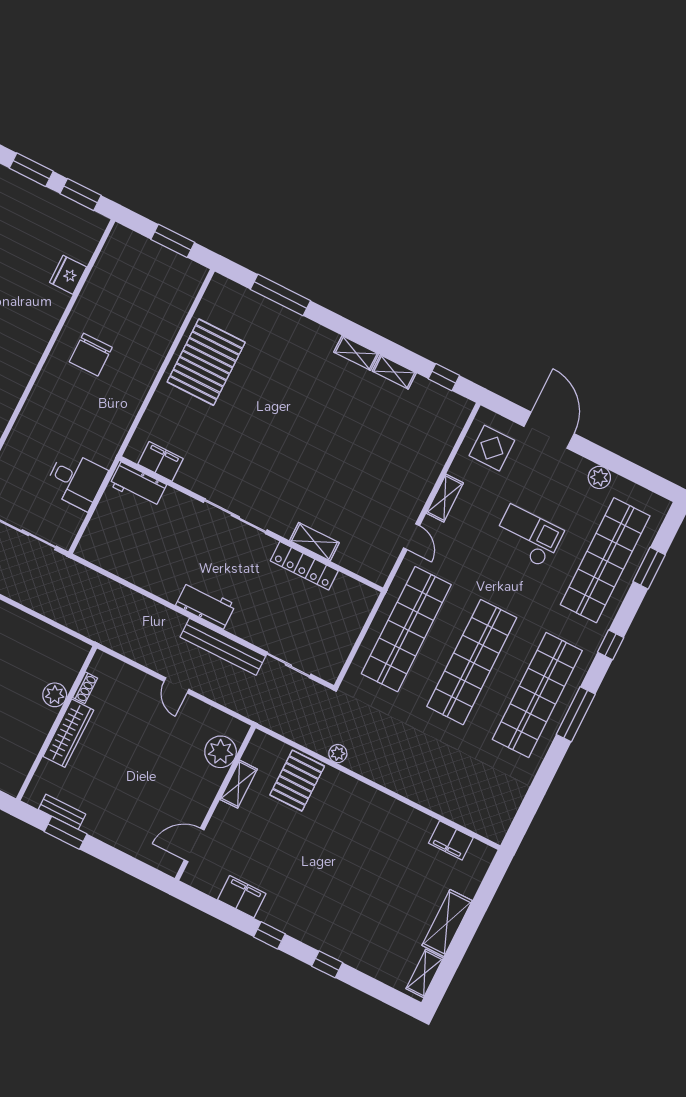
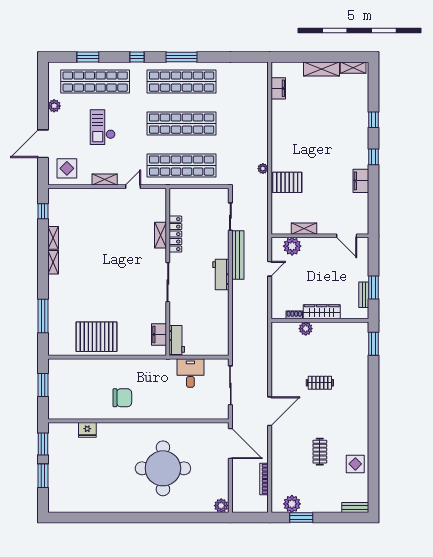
plant: (221, 752) -> (292, 246), moved
shelving: (239, 784) -> (304, 229), moved
wall: (215, 803) -> (320, 236), moved
door: (194, 845) -> (347, 236), moved

